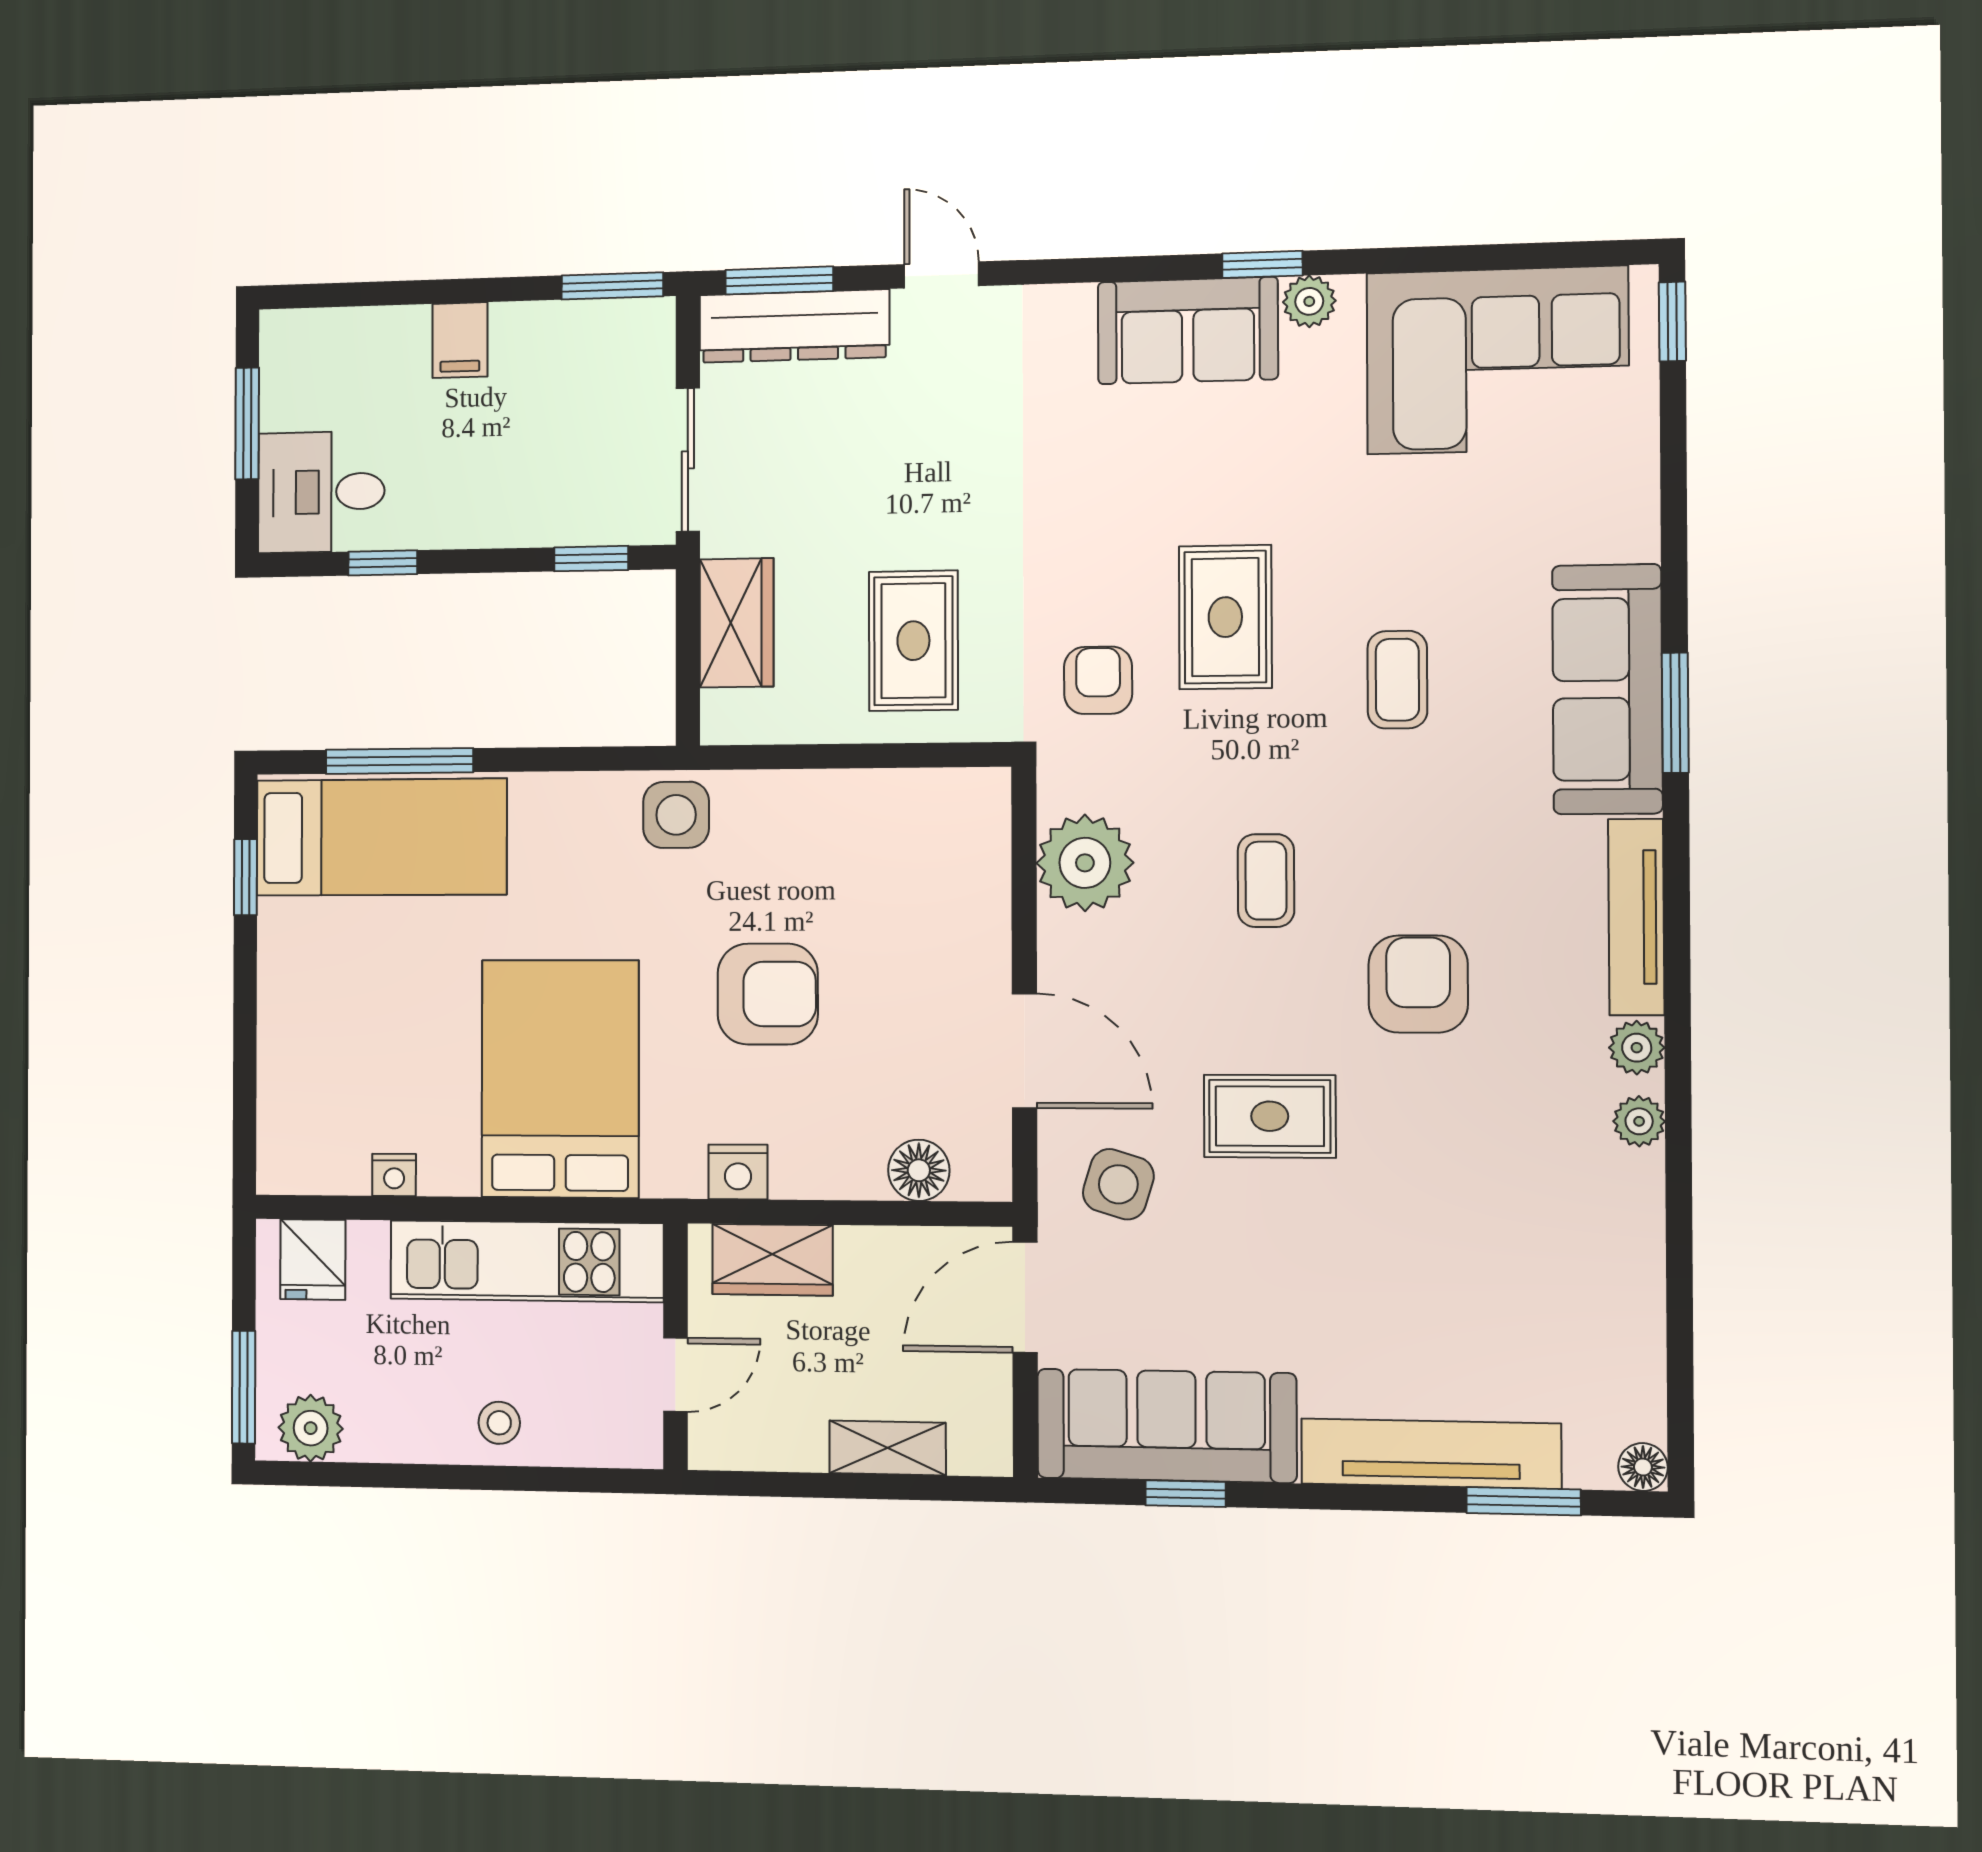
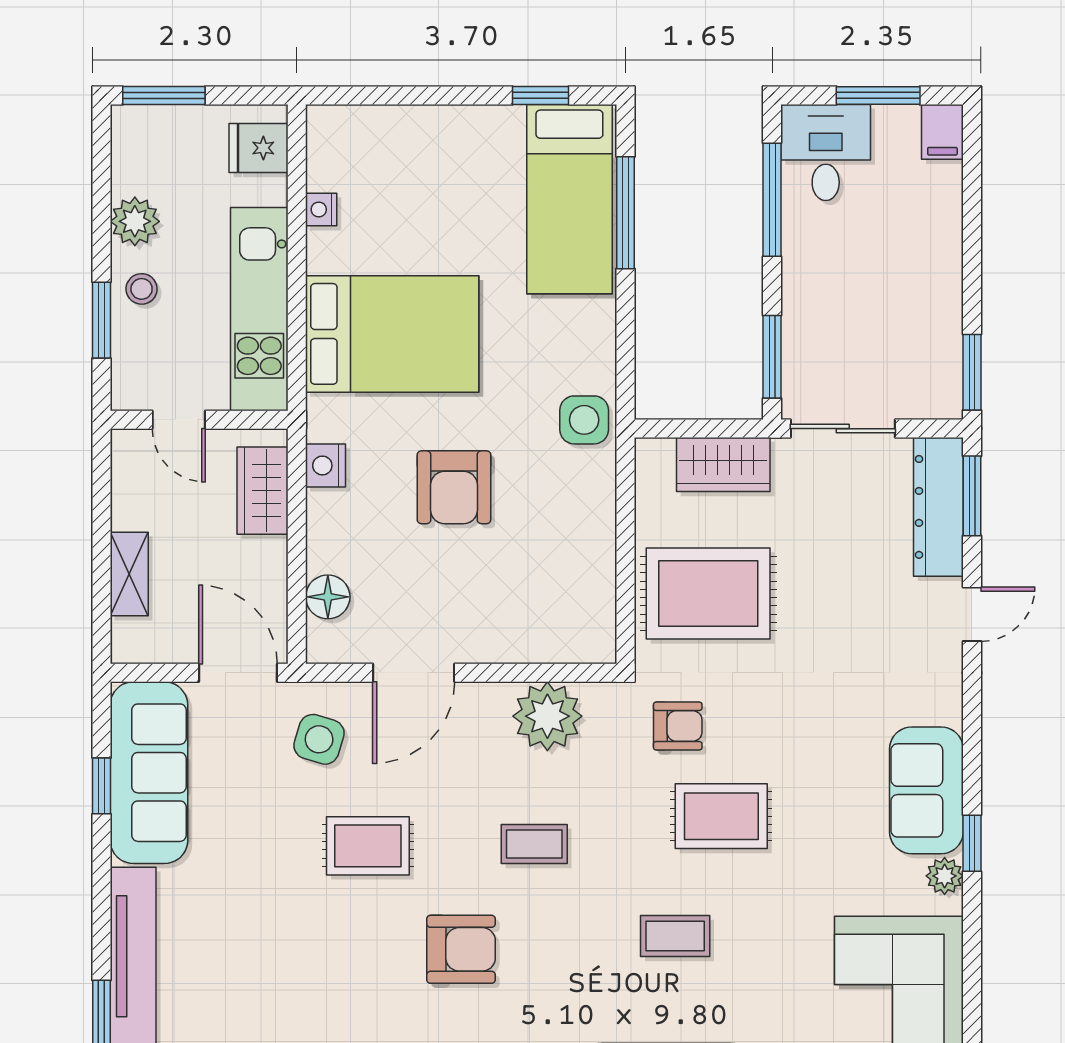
filing cabinet: (460, 340) -> (942, 132), moved, turned -90
window: (591, 559) -> (772, 357), width x1.50
window: (383, 563) -> (772, 200), width x2.17
rug: (913, 641) -> (708, 594), width x1.36, depth x1.43
rug: (1270, 1116) -> (368, 846), turned 90
plant: (311, 1428) -> (135, 221), moved
window: (541, 1479) -> (101, 320), added

